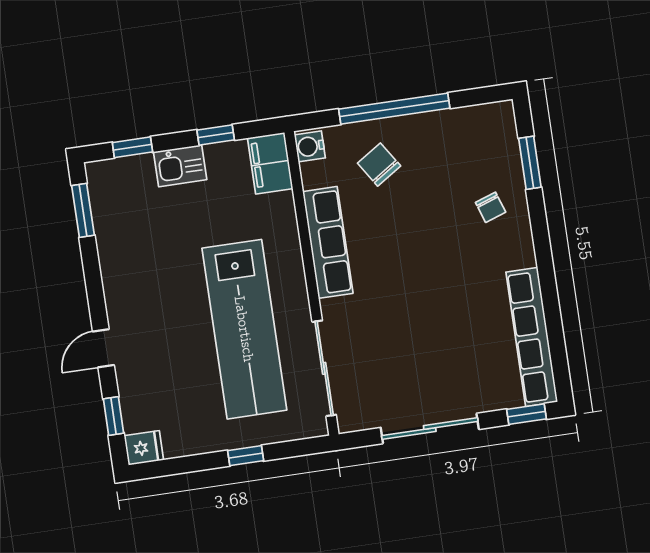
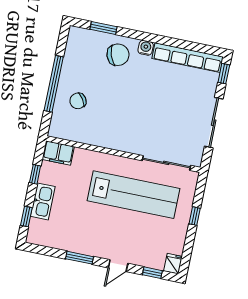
water cooler: (310, 146) -> (146, 48), moved, turned 180
kitchen sink: (180, 166) -> (43, 201), width x1.38
chair: (491, 207) -> (118, 55), width x1.87, depth x1.87
window: (83, 210) -> (80, 258), moved
row of seats: (328, 242) -> (106, 139), removed
door: (103, 348) -> (118, 266), hinge flipped

